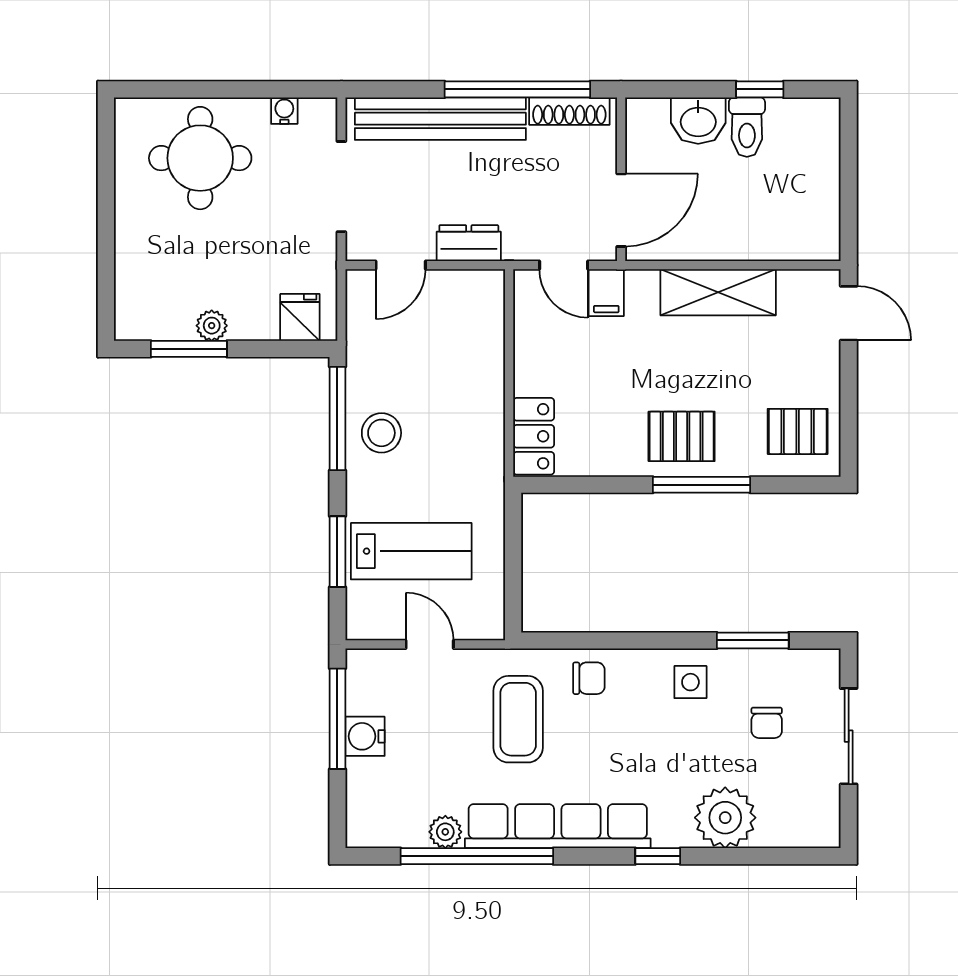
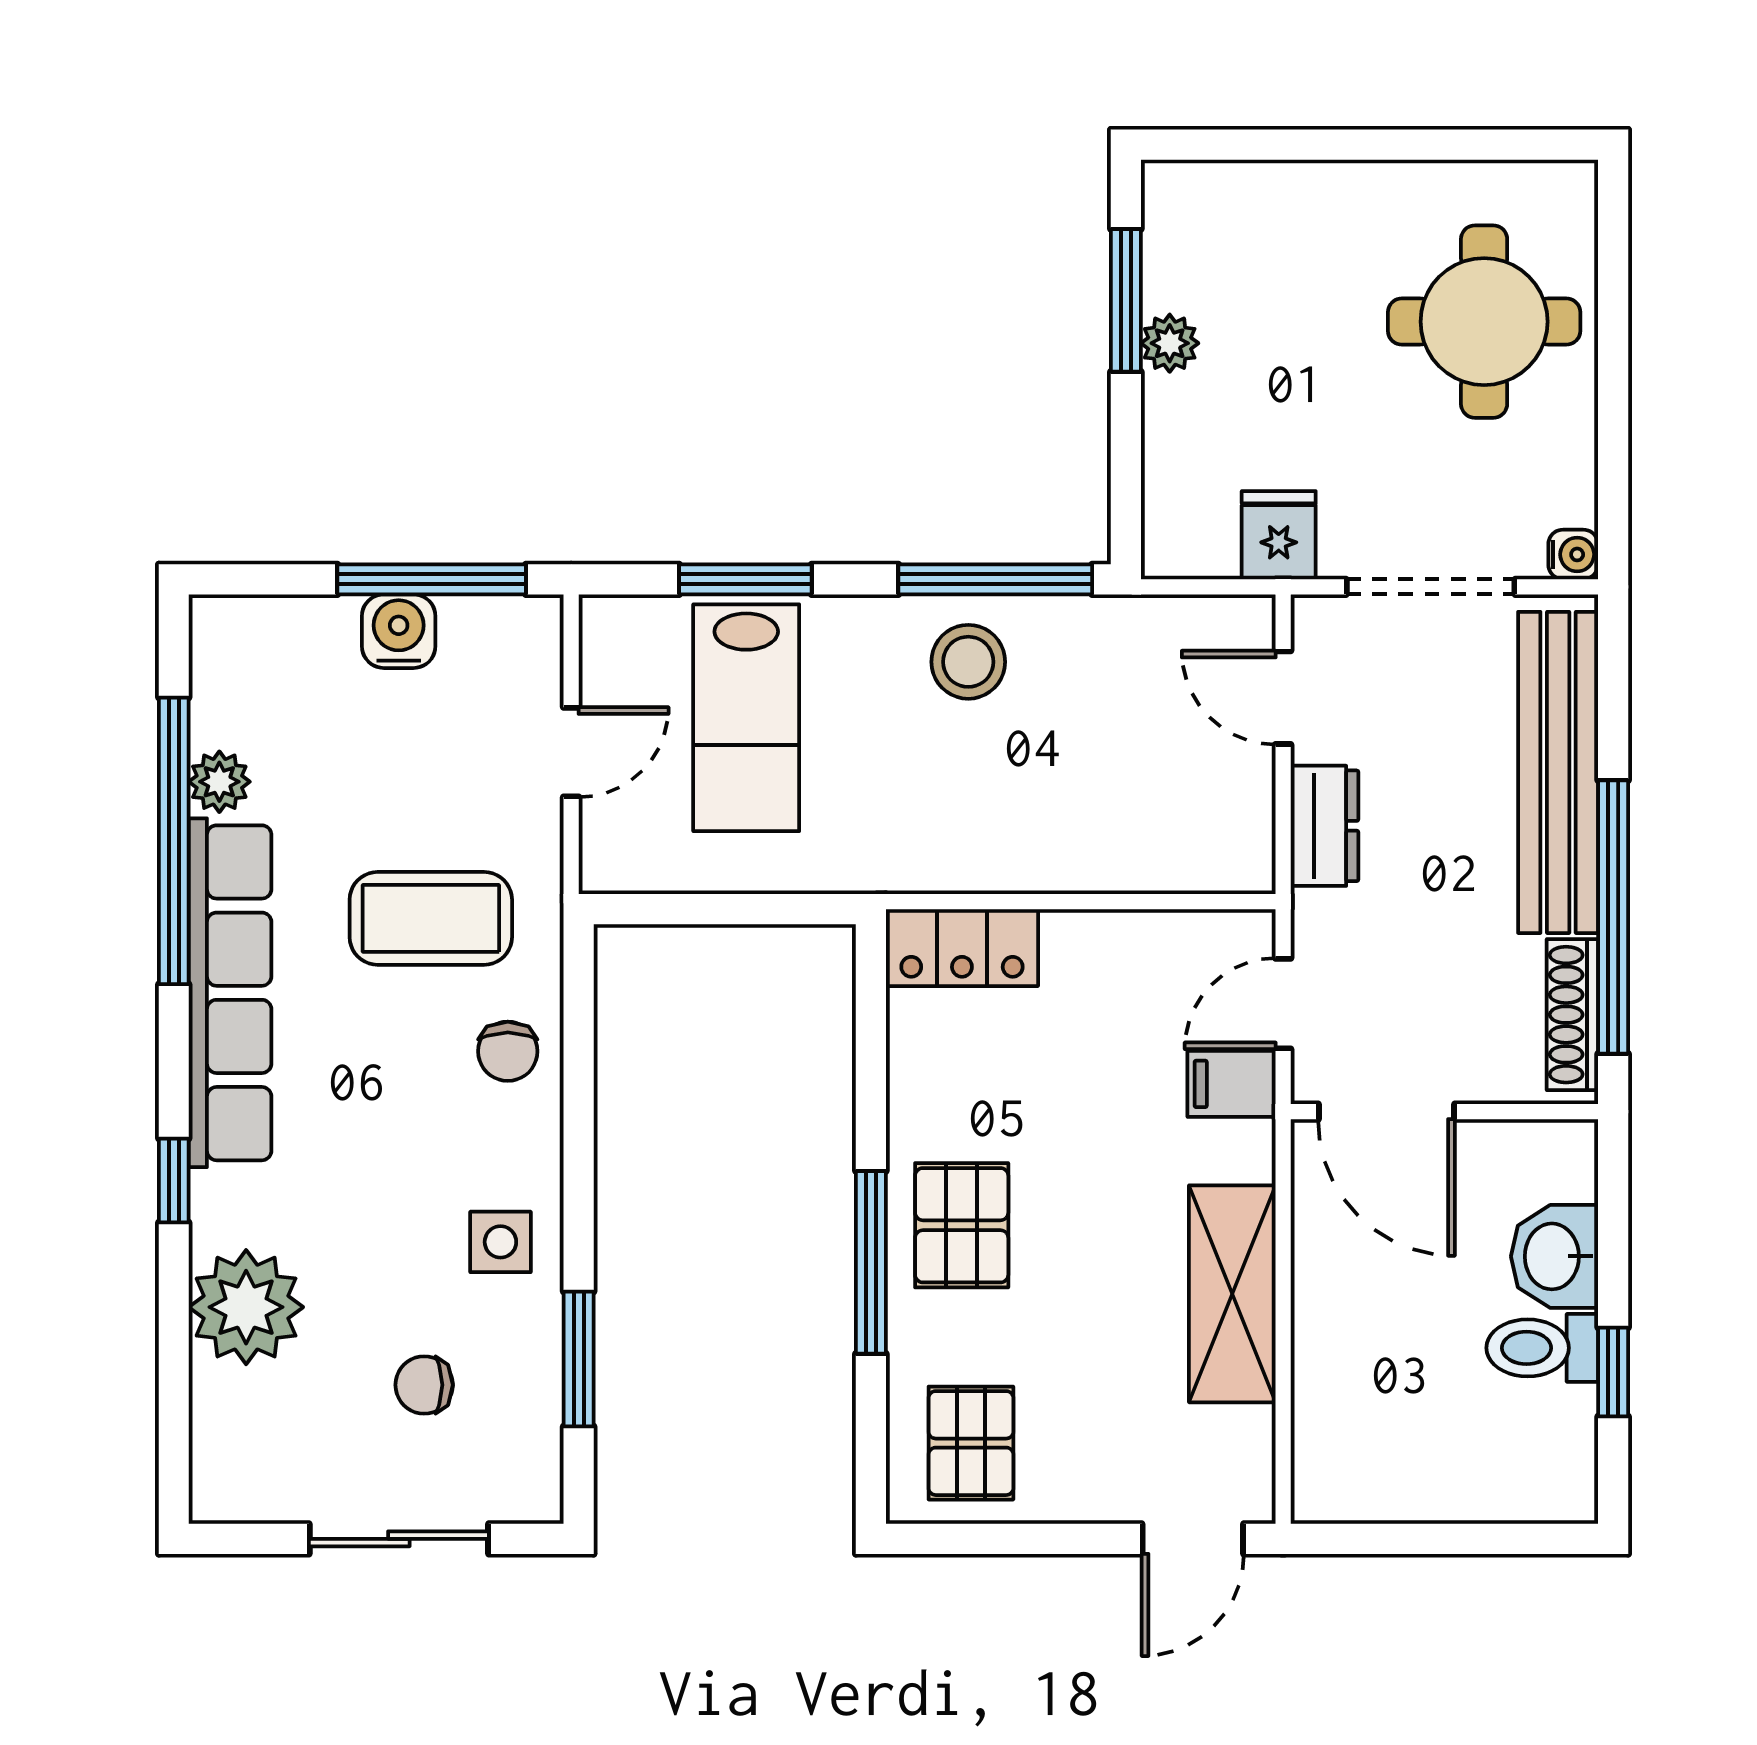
water cooler: (284, 111) -> (1573, 554), moved
fridge: (300, 317) -> (1279, 535), moved, turned -90

